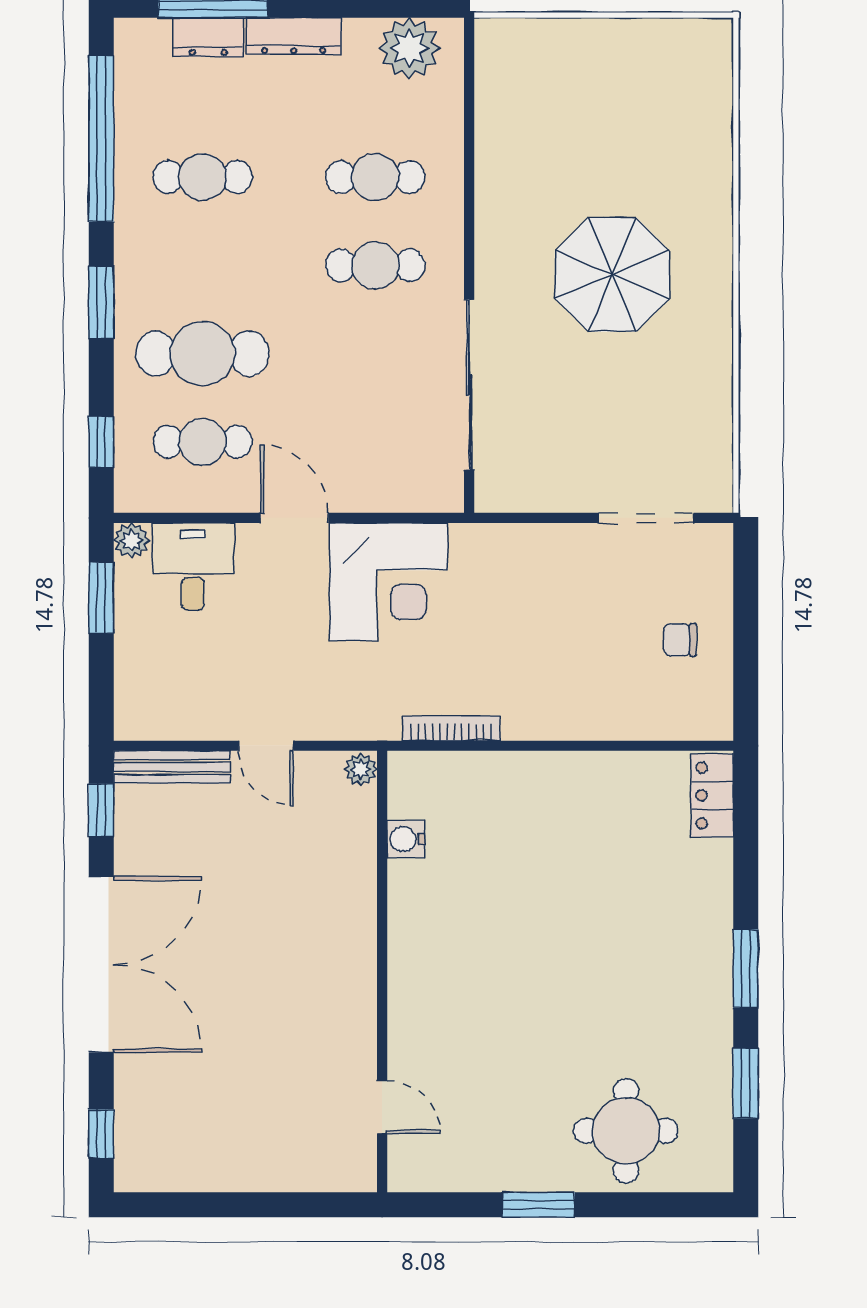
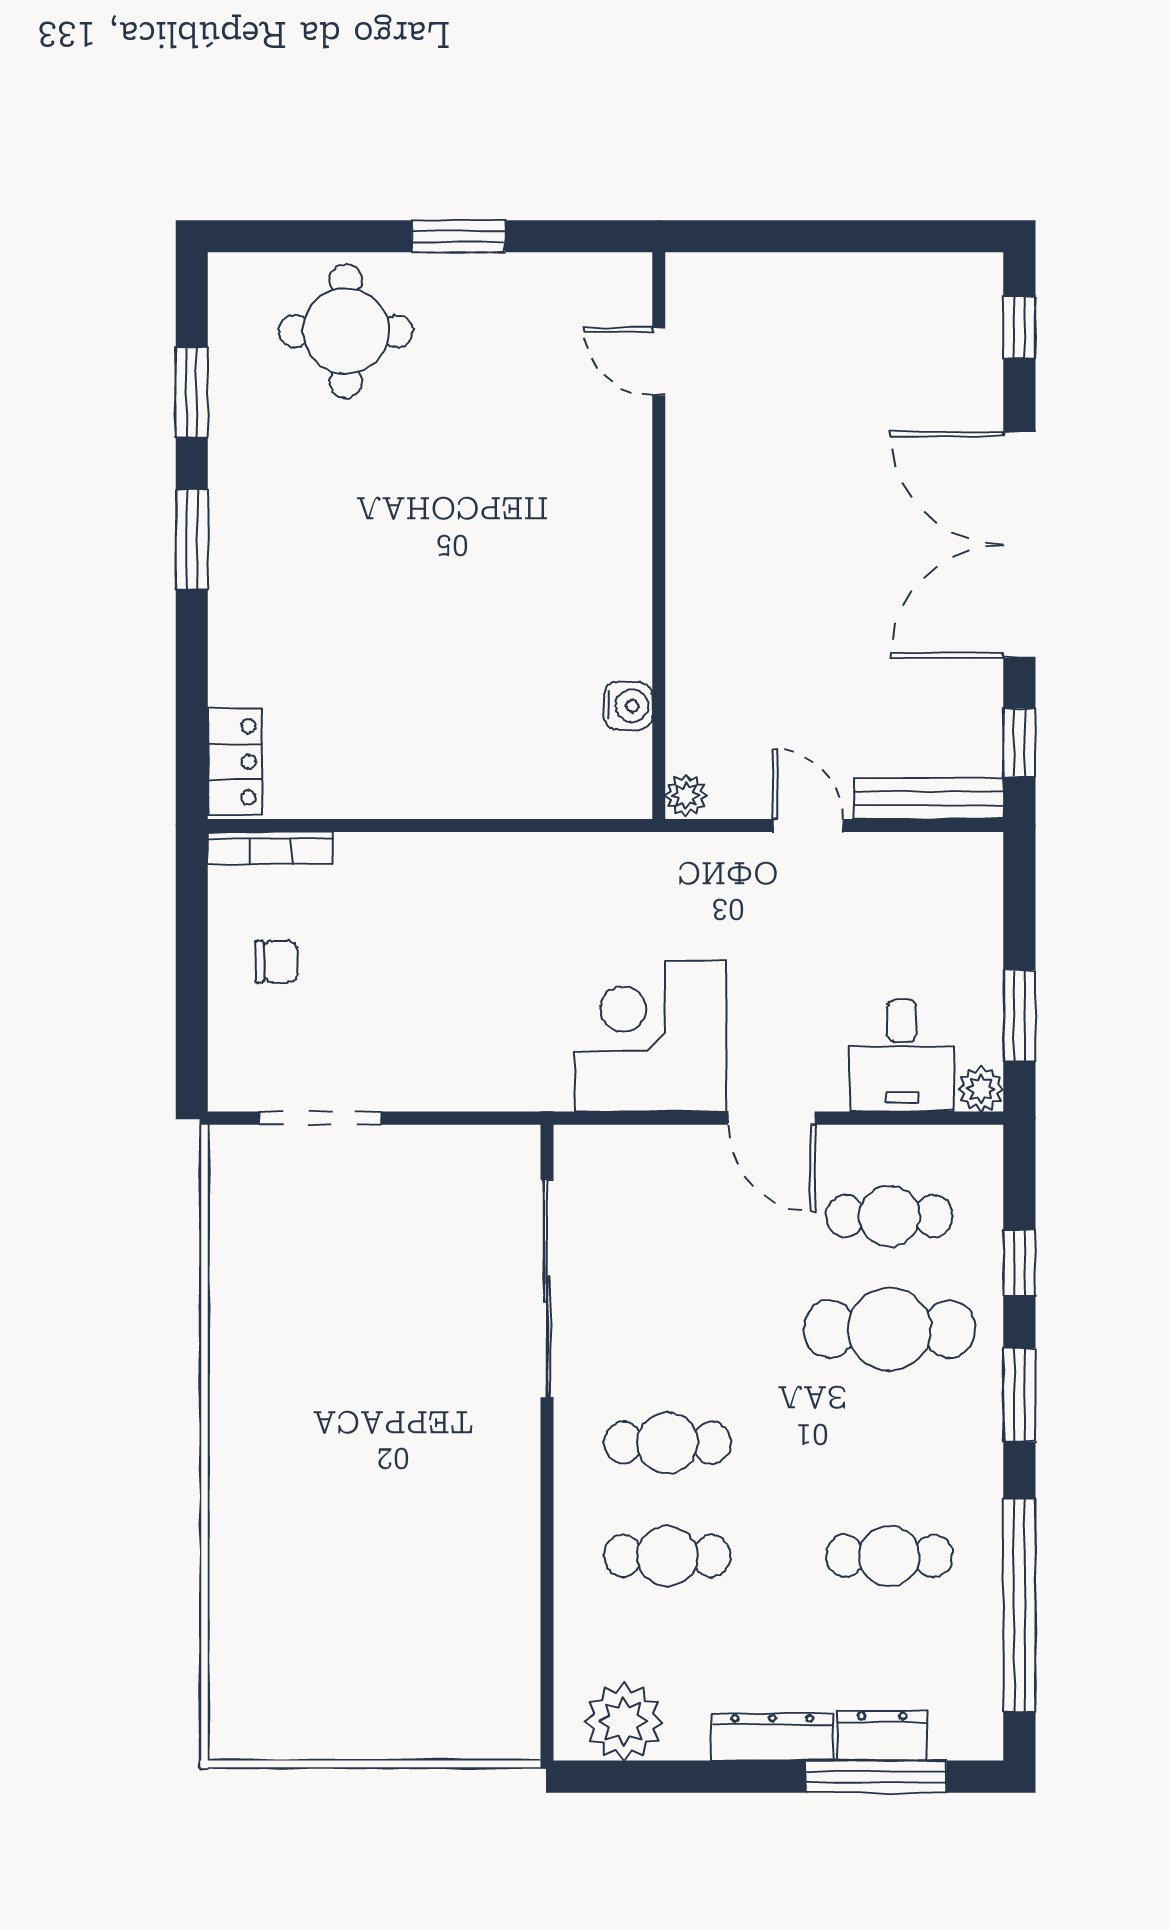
parasol: (612, 275) -> (363, 1431), removed
window: (101, 442) -> (1019, 1263), moved
bookcase: (451, 728) -> (270, 848), moved

